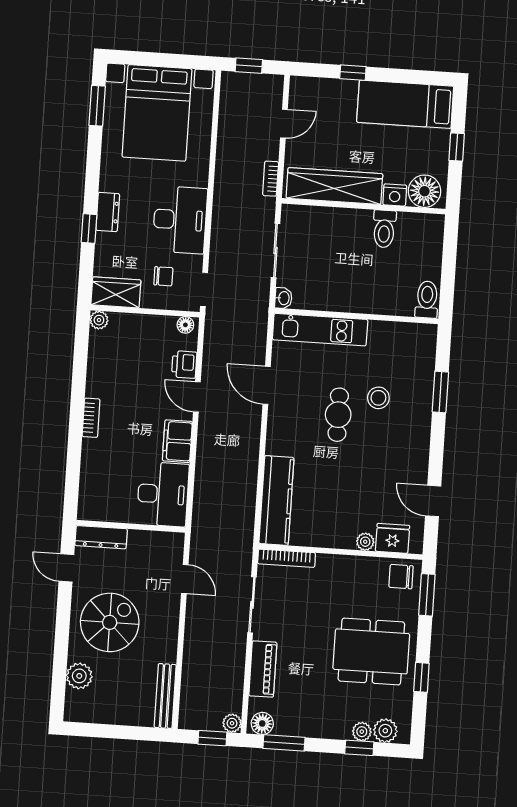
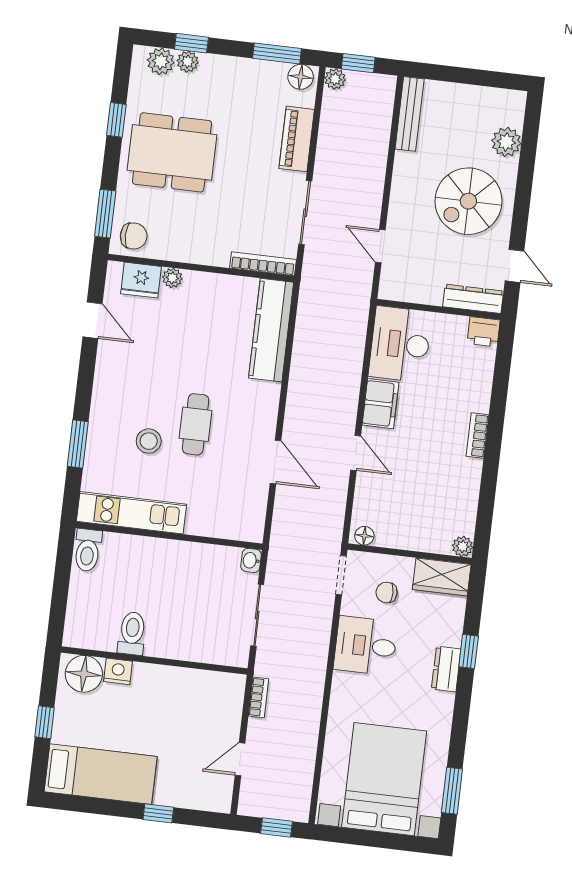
wardrobe: (334, 186) -> (186, 685), removed
desk: (180, 220) -> (366, 646), width x0.73
kitchen unit: (320, 330) -> (131, 513), moved
printer: (184, 365) -> (484, 332), moved, turned 90

